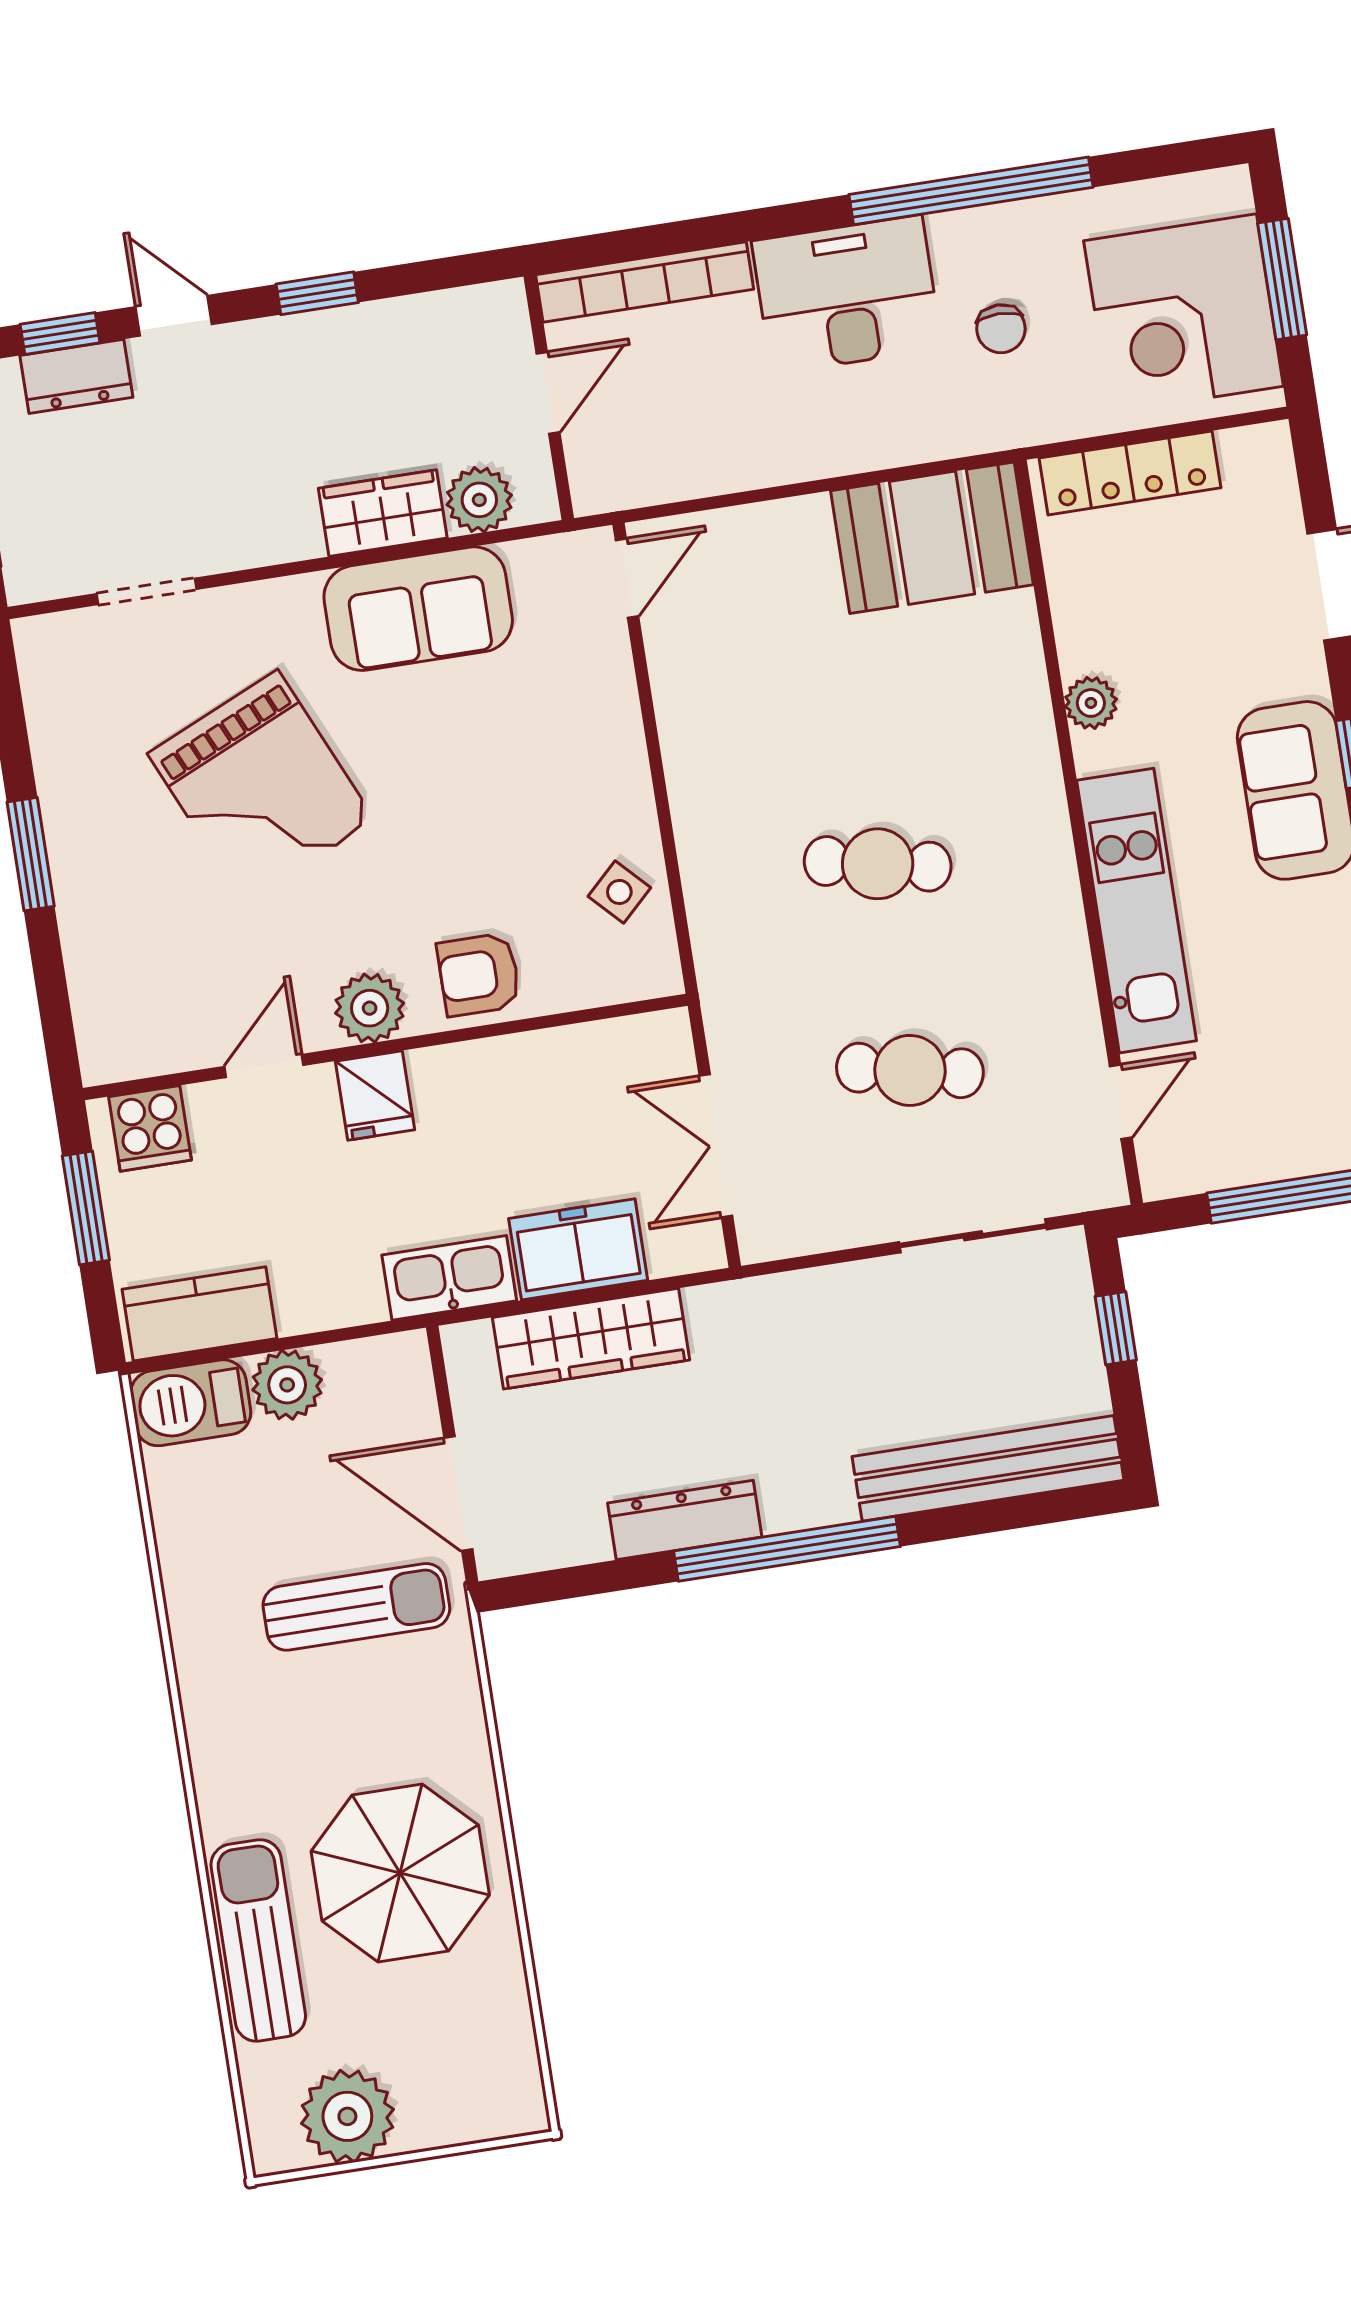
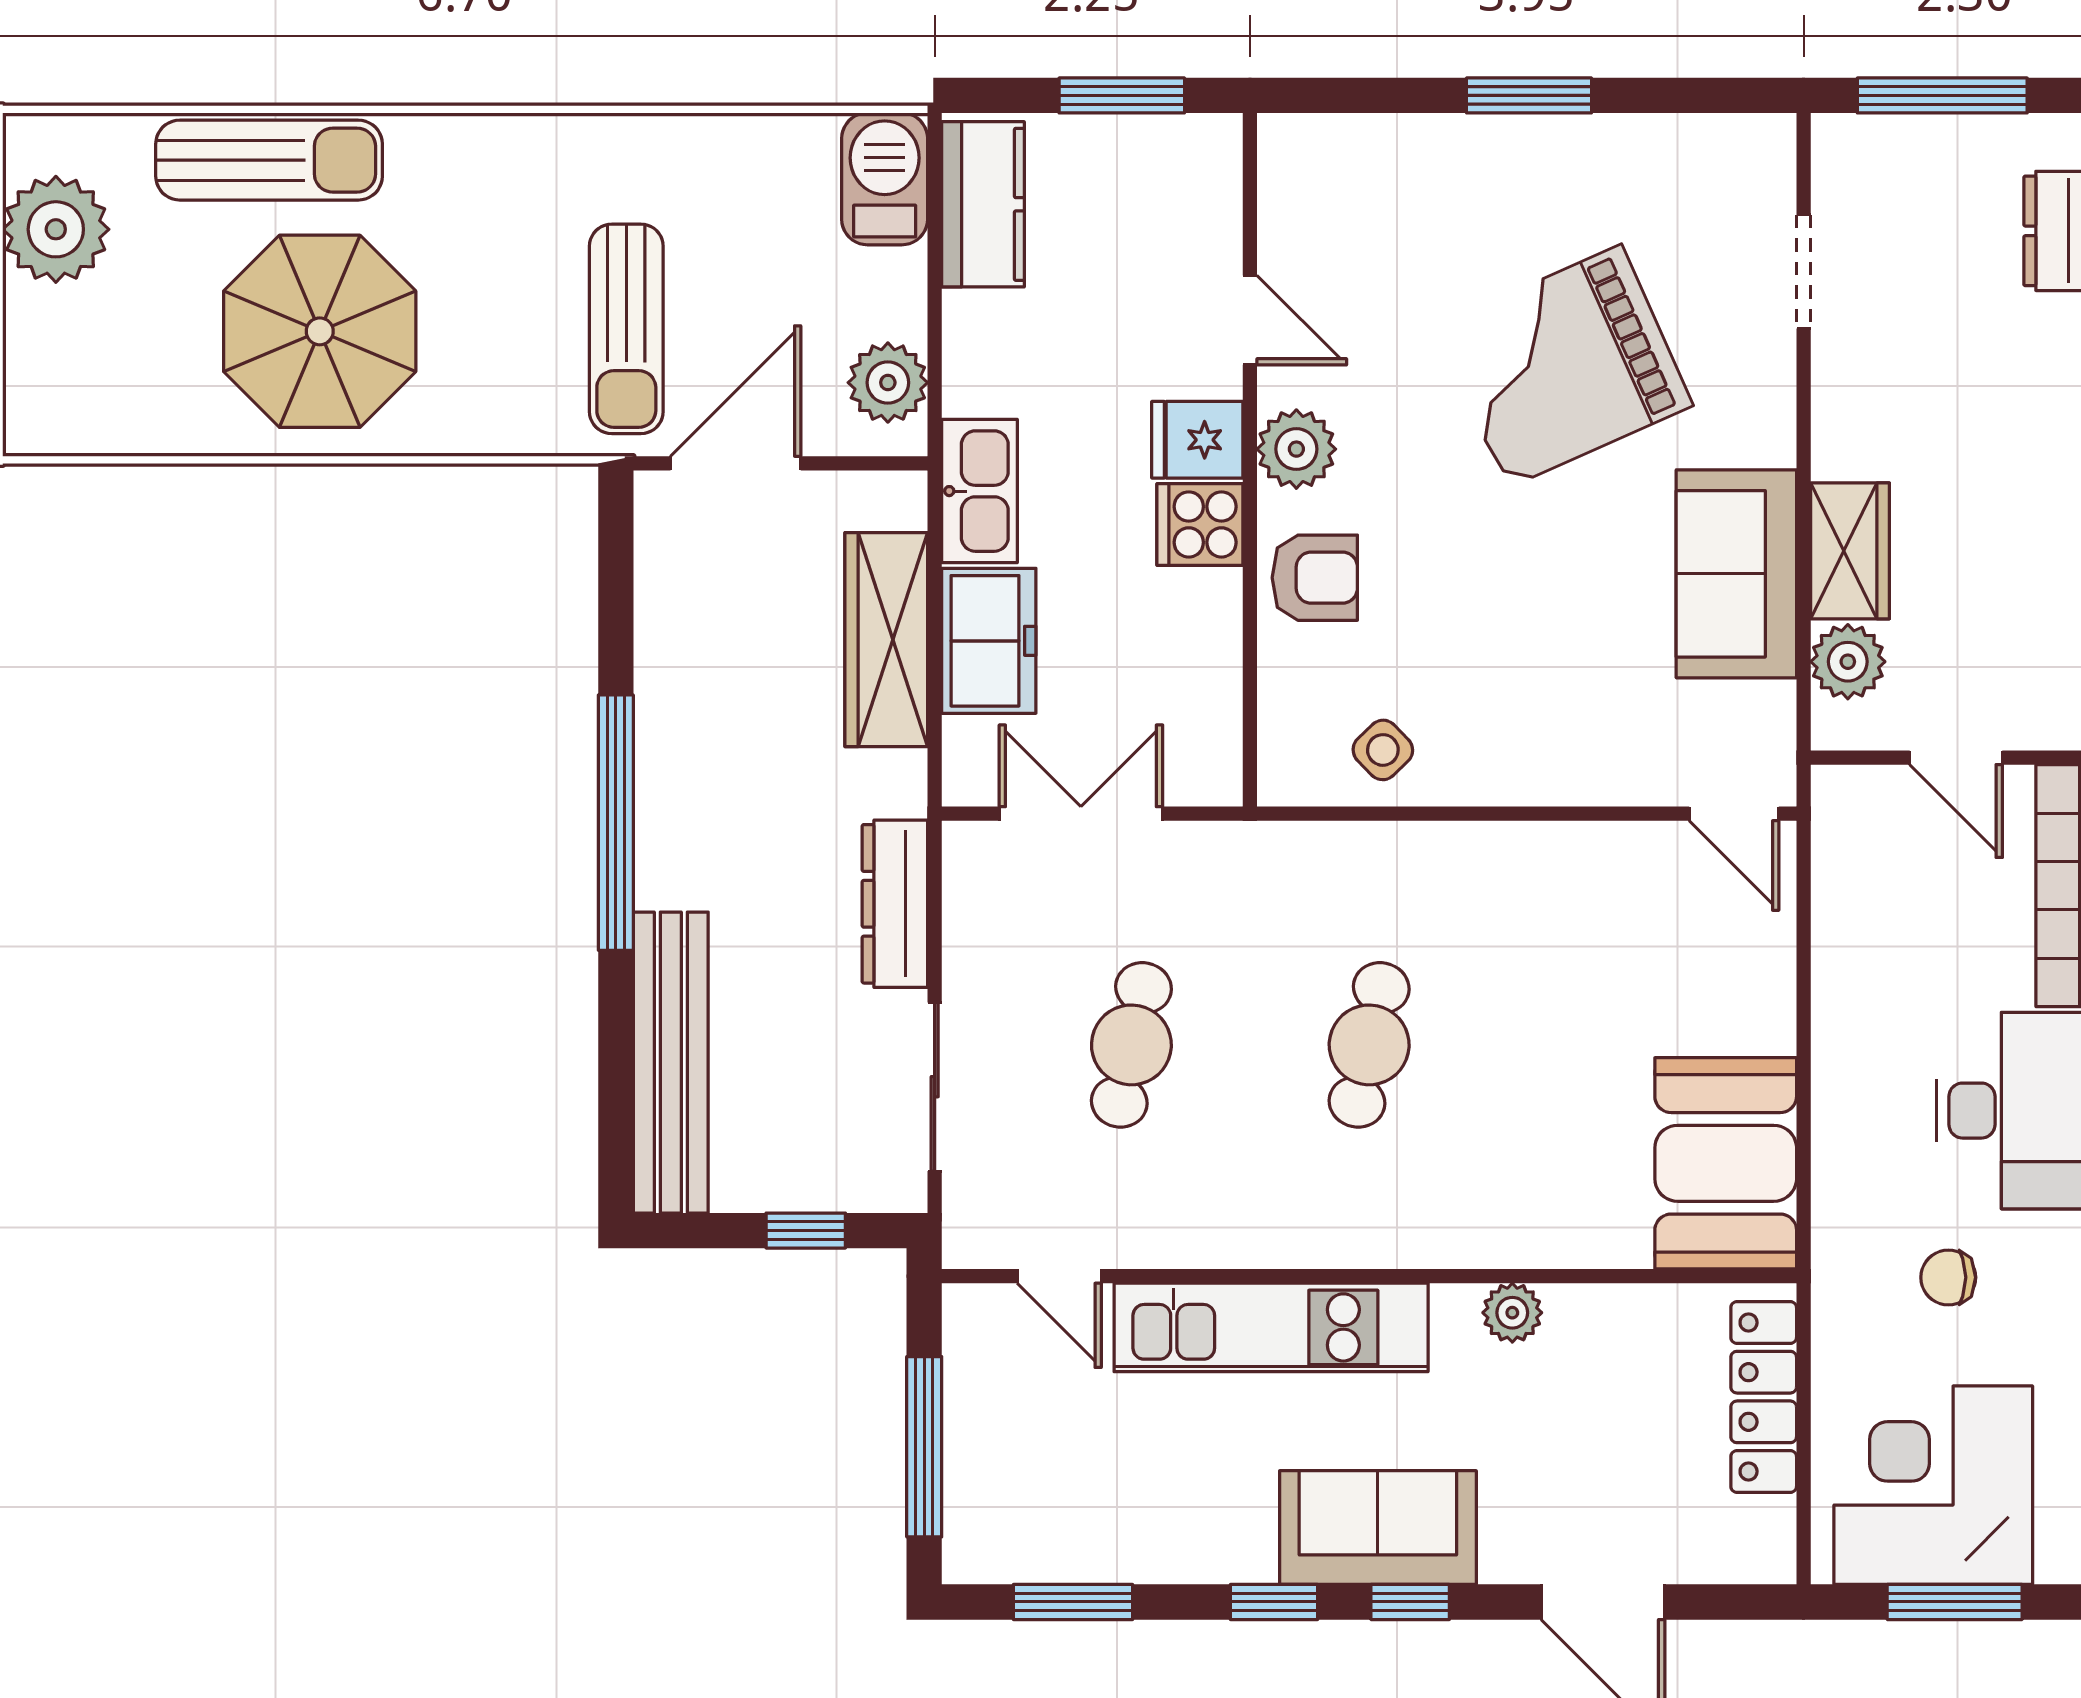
armchair: (479, 975) -> (1315, 578), turned 90
cooker: (150, 1128) -> (1200, 524), moved
plant: (287, 1385) -> (888, 383), moved
dresser: (685, 1520) -> (895, 904), moved, turned 180

